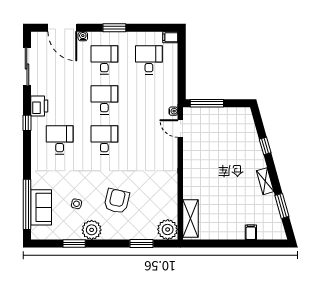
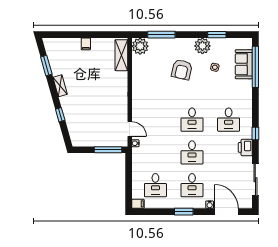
filing cabinet: (251, 232) -> (86, 44), moved
window: (142, 244) -> (161, 35), width x1.44

